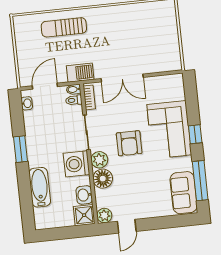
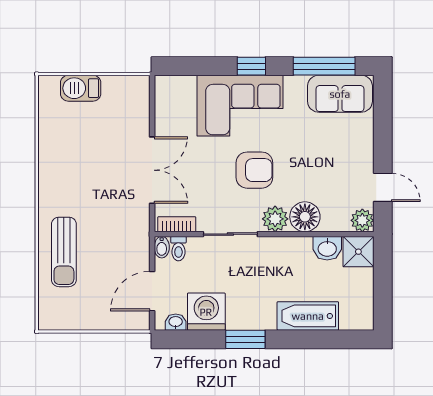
barbecue: (80, 73) -> (81, 88), moved, turned -90
door: (45, 86) -> (152, 291), hinge flipped
washing machine: (76, 164) -> (206, 312), moved, turned 180

